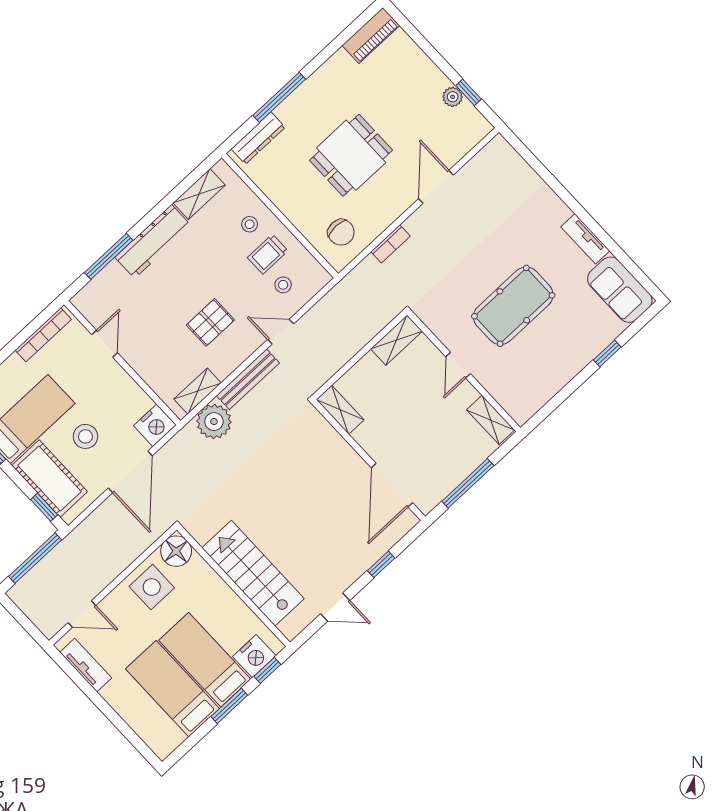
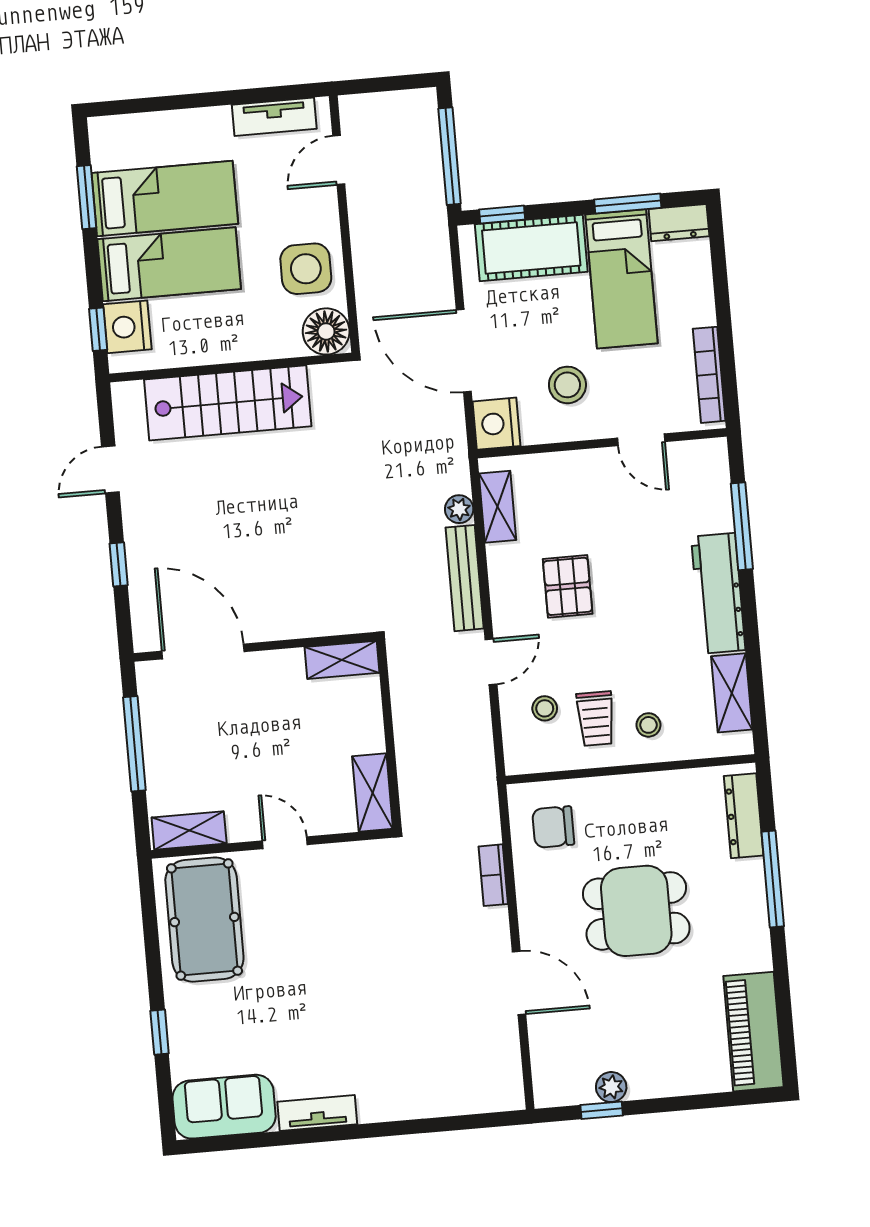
piano: (371, 35) -> (754, 1032), width x1.37, depth x1.33
dining table: (351, 155) -> (636, 911), turned 90
trolley: (268, 254) -> (596, 719), turned 180
pool table: (513, 306) -> (204, 920), moved
plant: (214, 422) -> (459, 509), width x0.53, depth x0.53
stool: (85, 436) -> (567, 385), moved
window: (229, 706) -> (87, 197), moved

